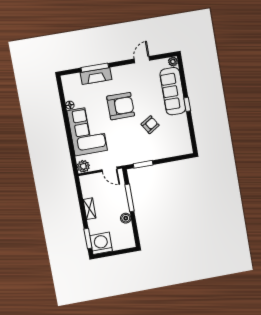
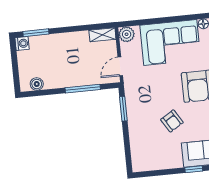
shelving: (90, 209) -> (102, 35), moved
boiler: (126, 218) -> (37, 84), moved
washing machine: (101, 243) -> (22, 43), width x0.53, depth x0.53

